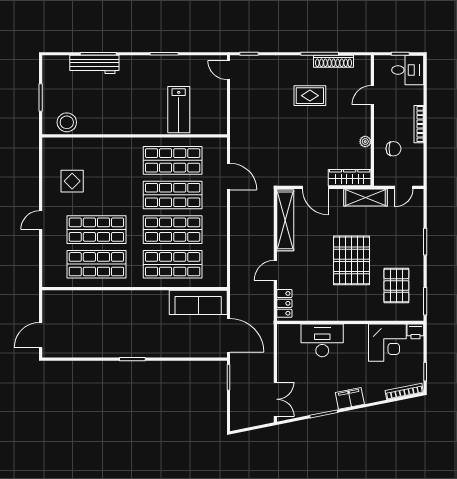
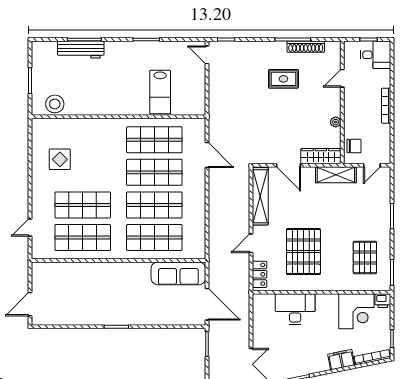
chair: (393, 149) -> (354, 146), moved
door: (41, 220) -> (30, 228), moved
pallet: (351, 260) -> (303, 252), moved
filing cabinet: (350, 398) -> (341, 360), moved

